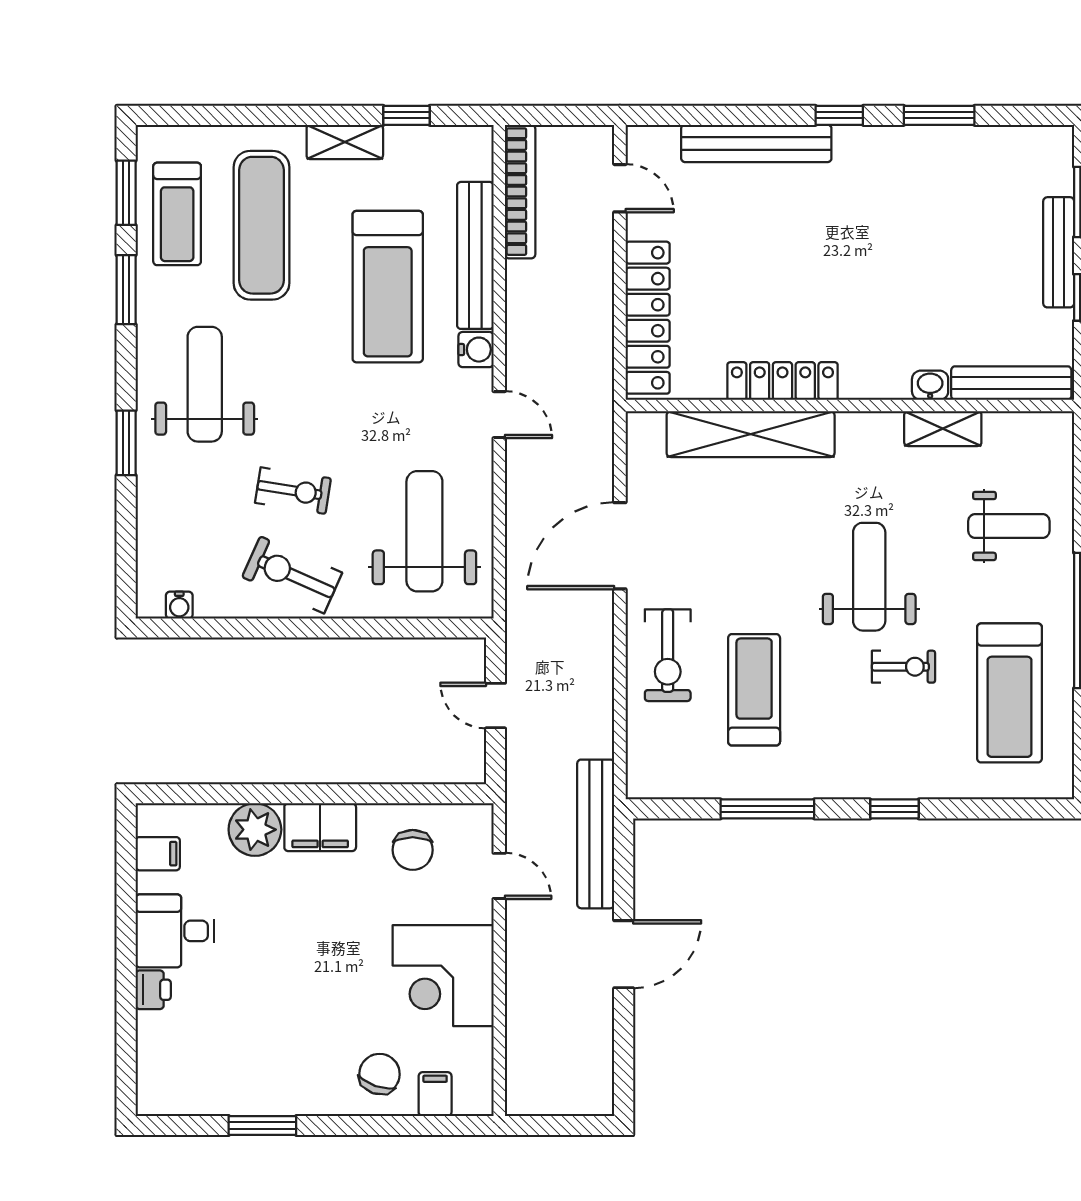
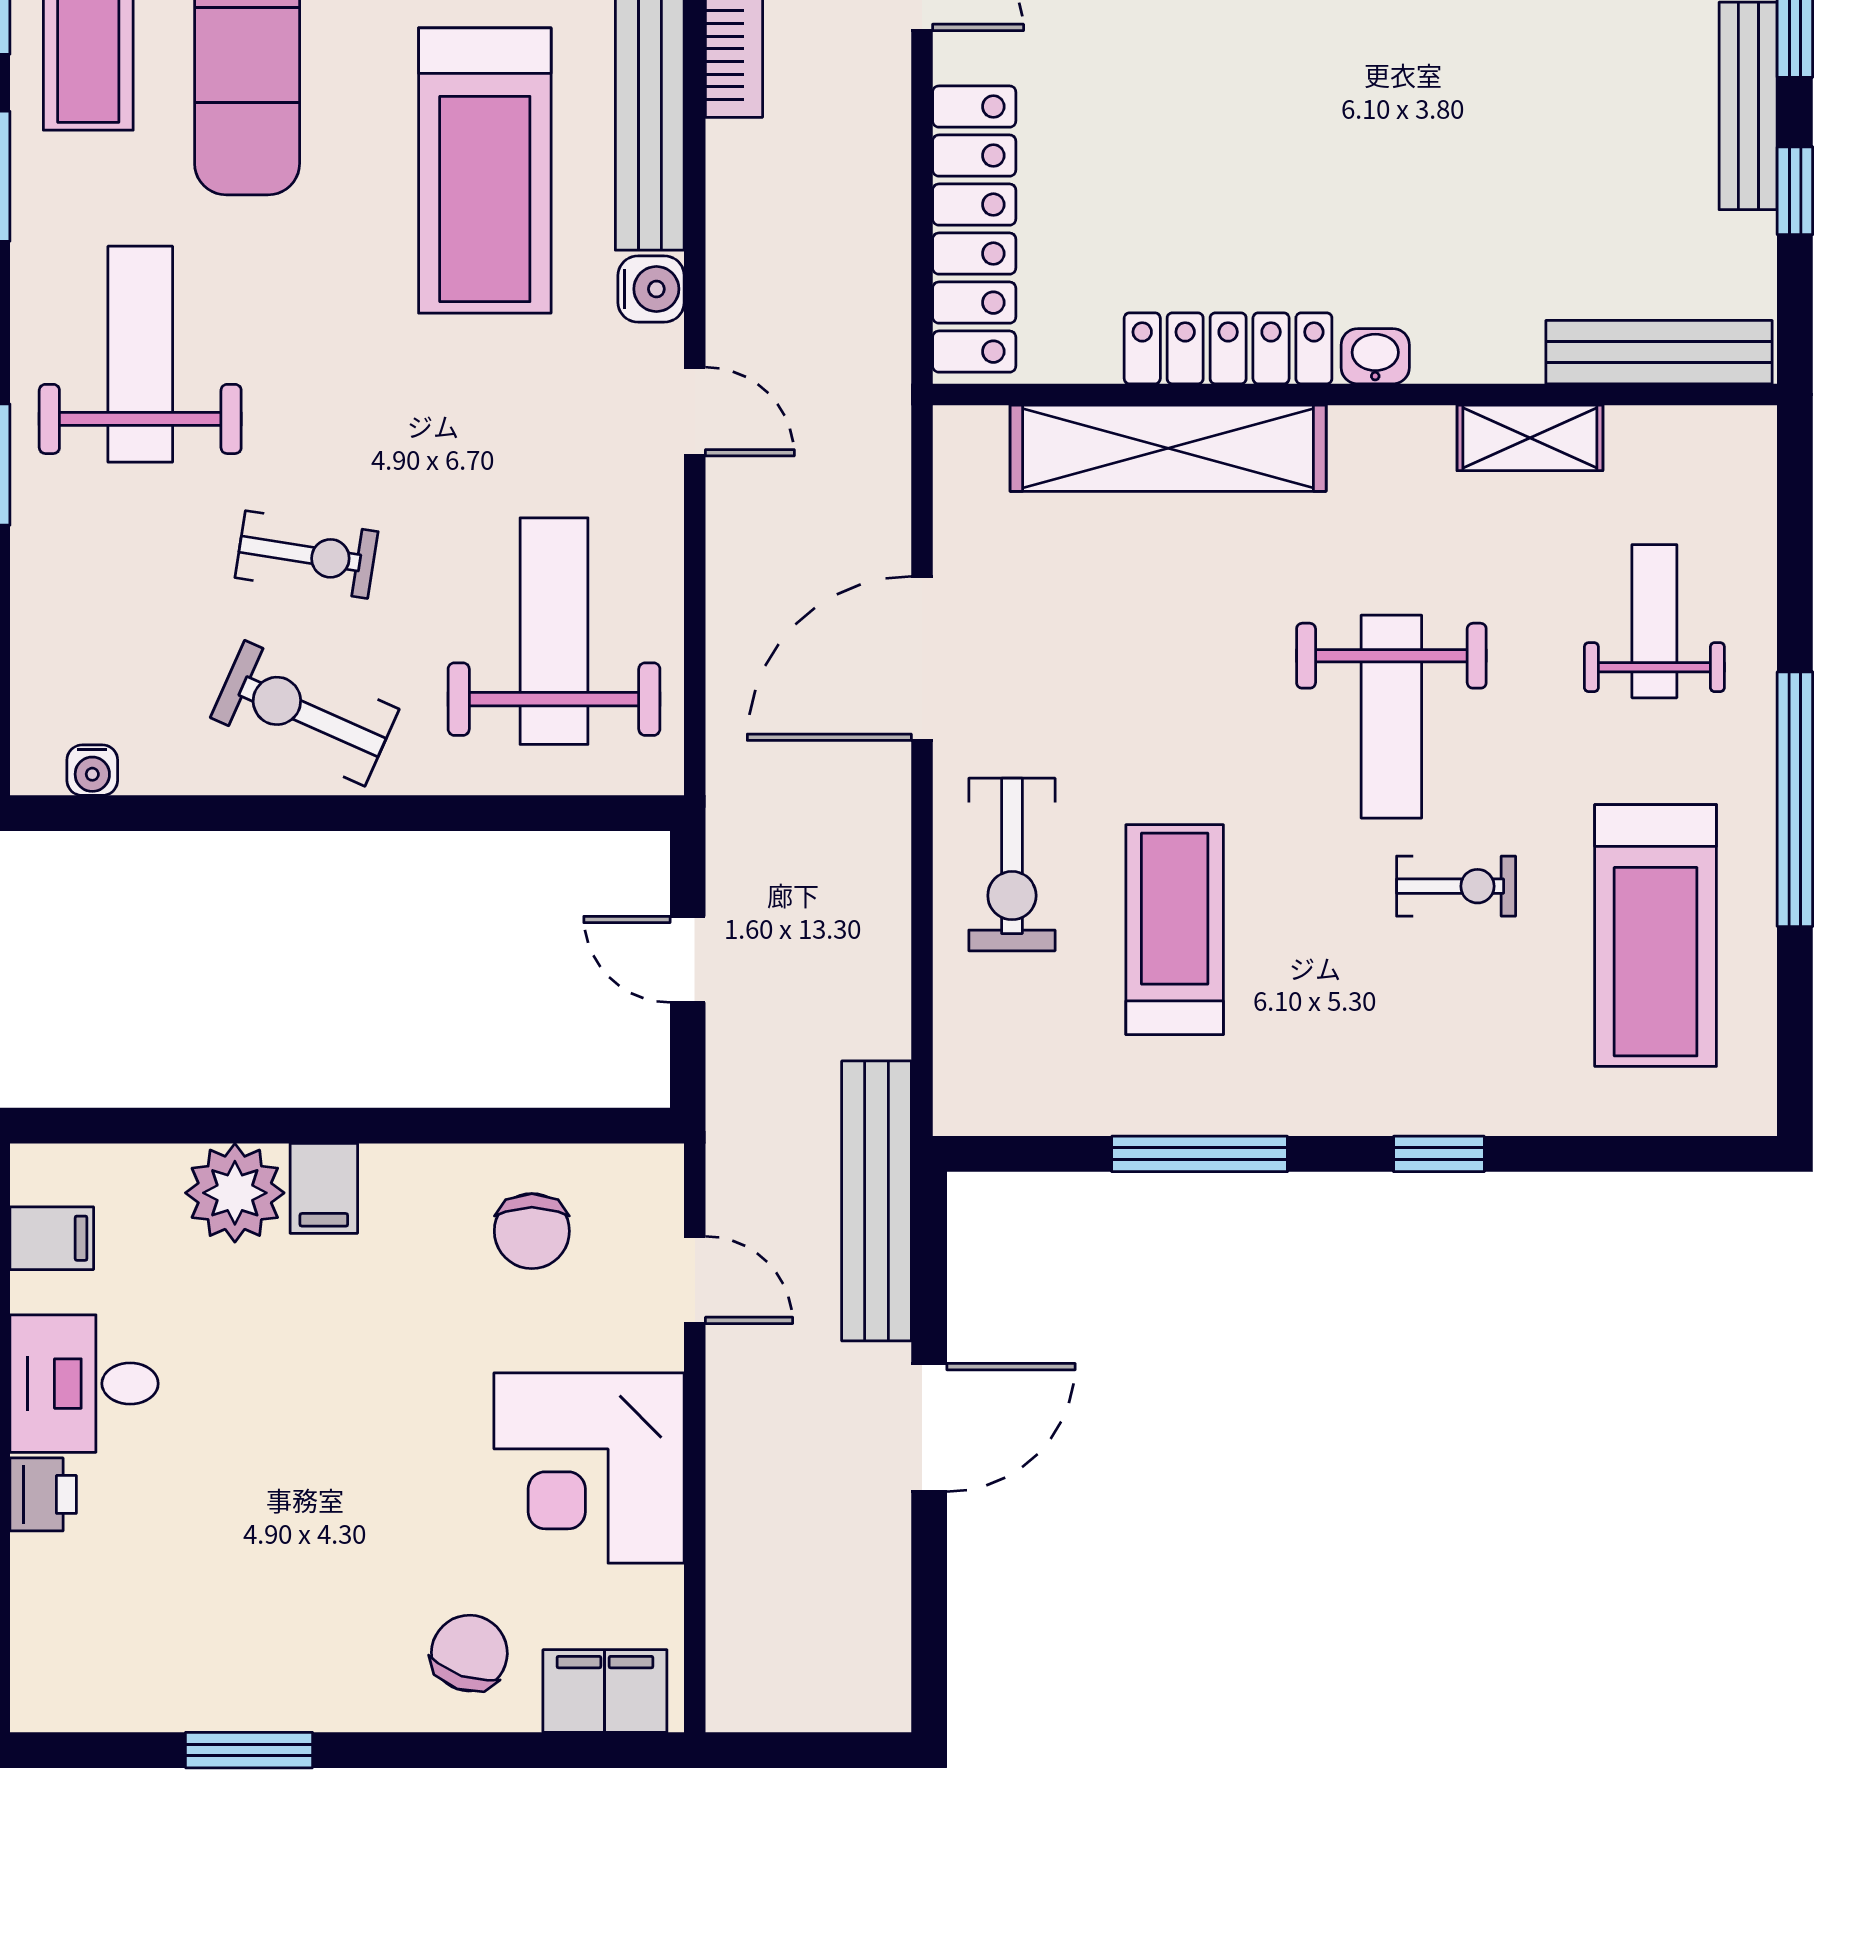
washbasin: (930, 385) -> (1375, 356), moved
weight bench: (1009, 526) -> (1654, 621), turned -90
weight bench: (869, 577) -> (1391, 717), turned 180
filing cabinet: (320, 827) -> (324, 1188), width x0.50
filing cabinet: (435, 1094) -> (605, 1691), width x2.00

